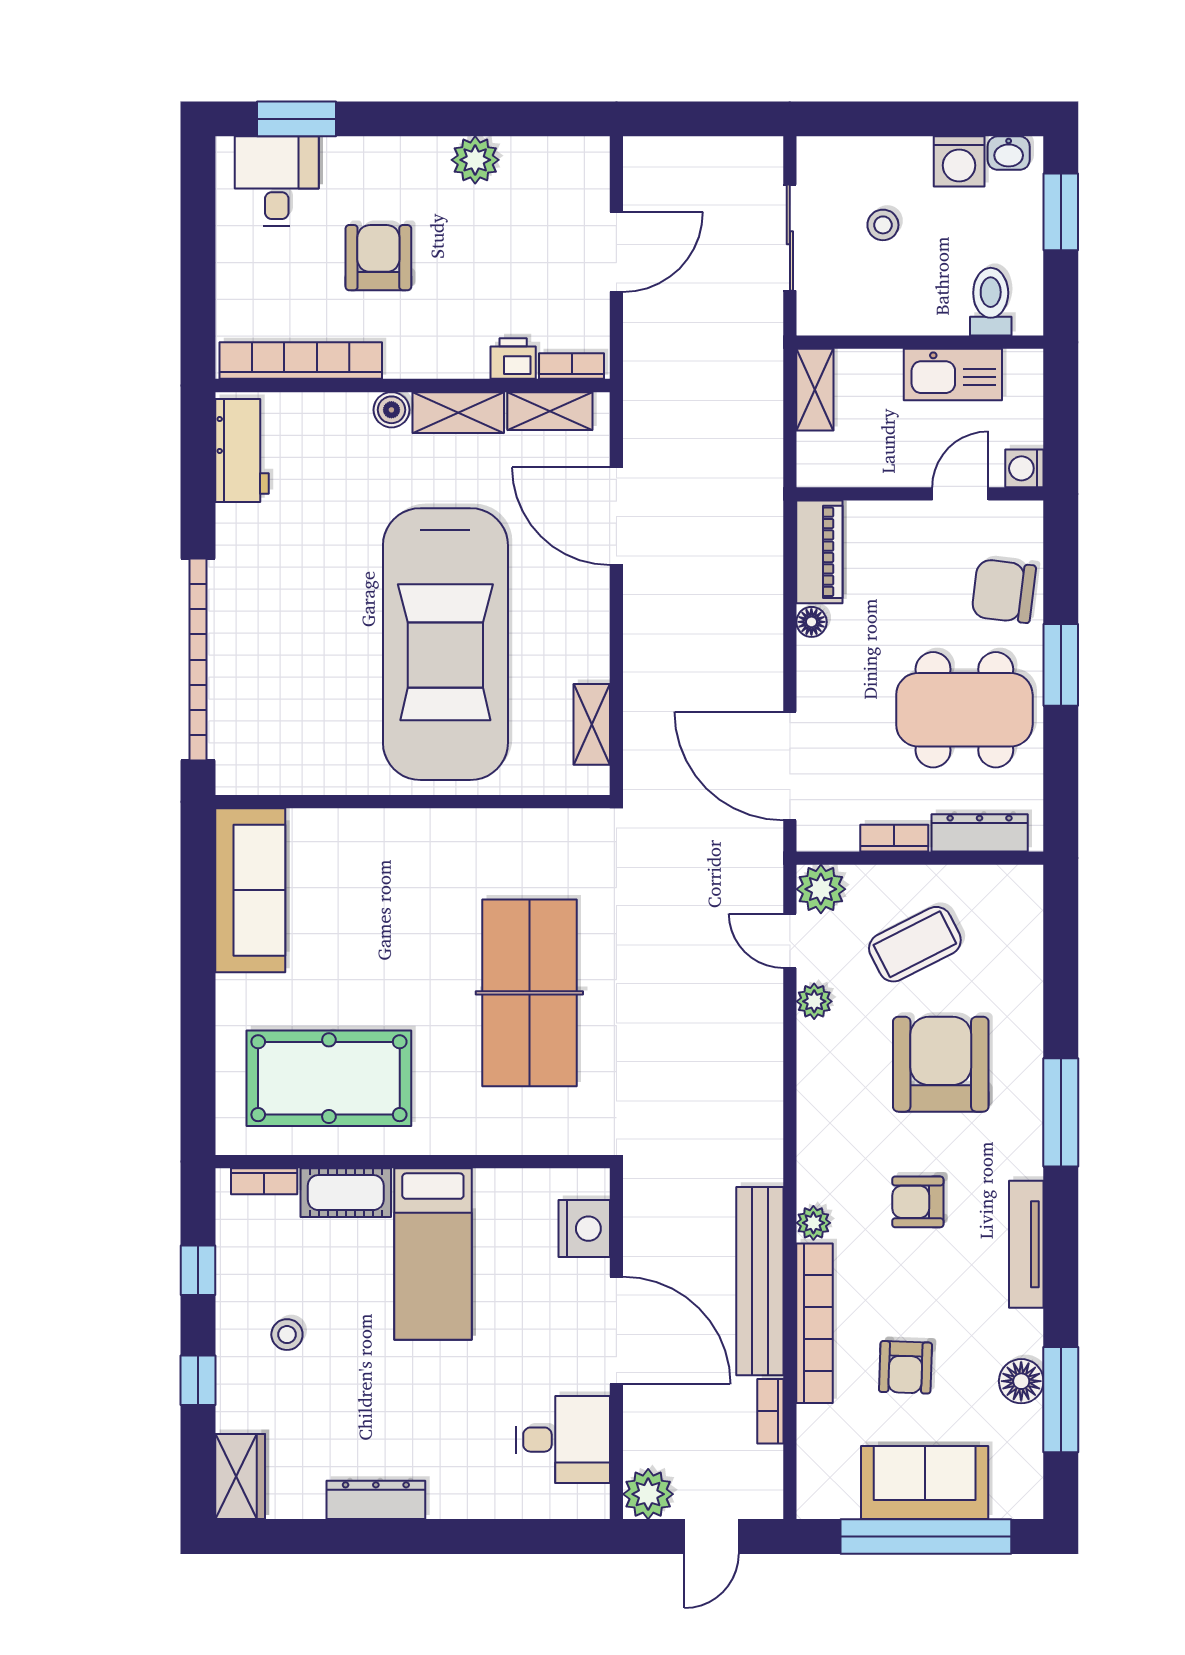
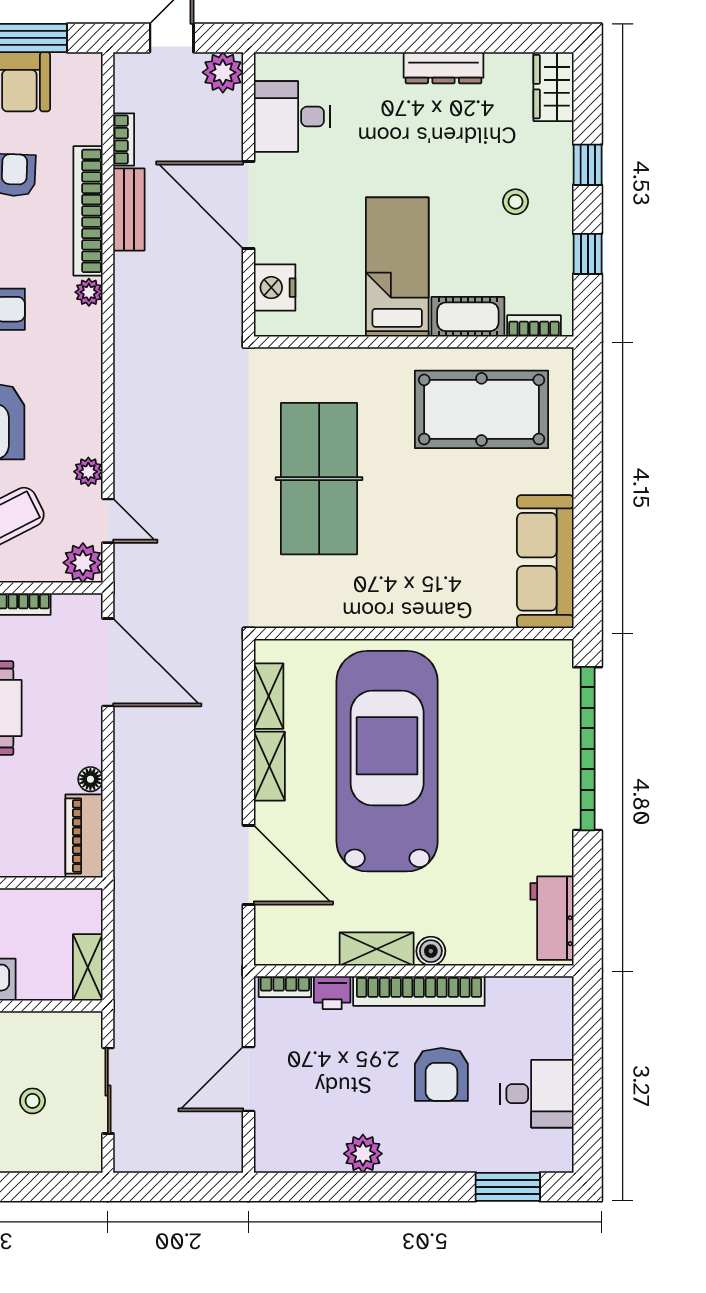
desk: (277, 181) -> (537, 1094), moved, turned -90
bookcase: (301, 361) -> (419, 991), moved
shelving: (550, 411) -> (269, 766), moved, turned 90
bench: (760, 1281) -> (129, 210), width x0.54, depth x0.82

